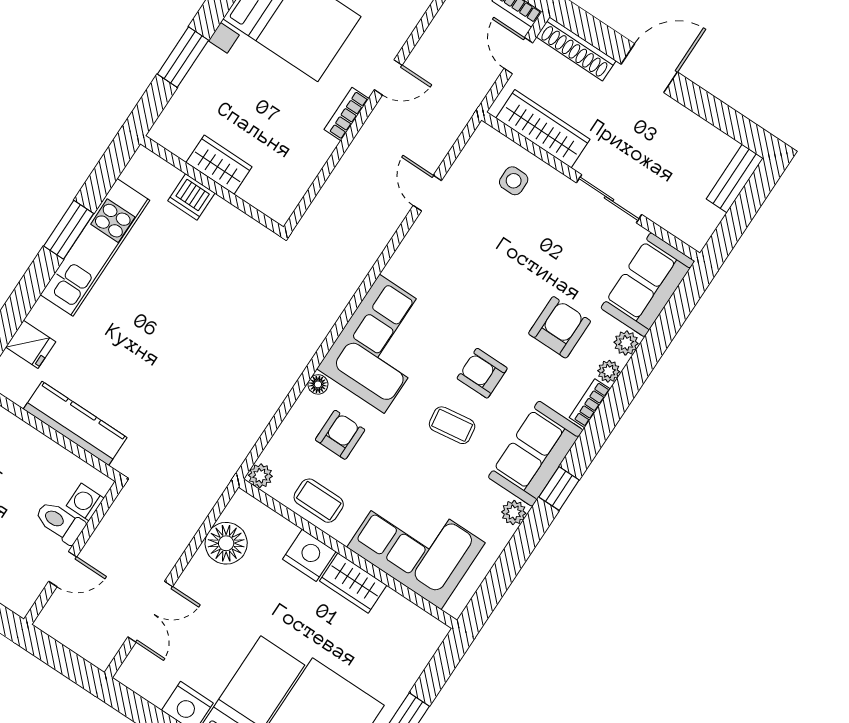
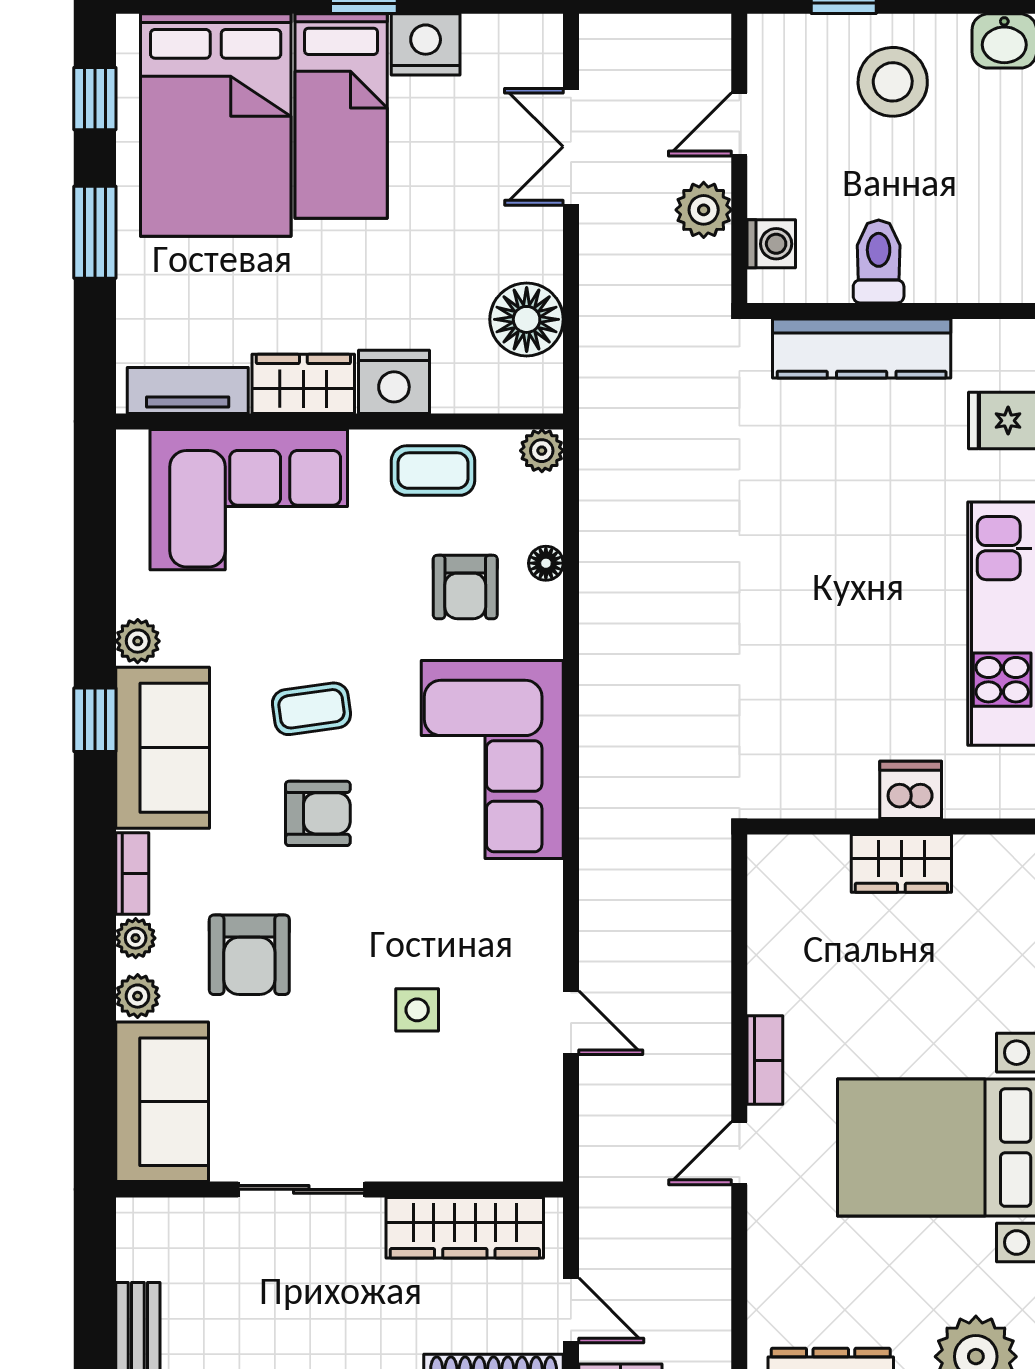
side table: (514, 181) -> (417, 1010), moved
floor lamp: (318, 384) -> (546, 563), moved
toilet: (60, 522) -> (879, 262), moved, turned -90
plant: (107, 540) -> (704, 210), added
tv unit: (411, 616) -> (188, 390), added

